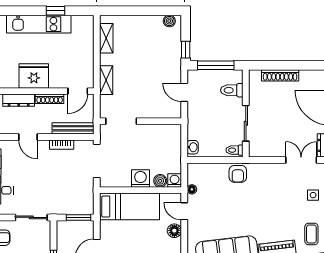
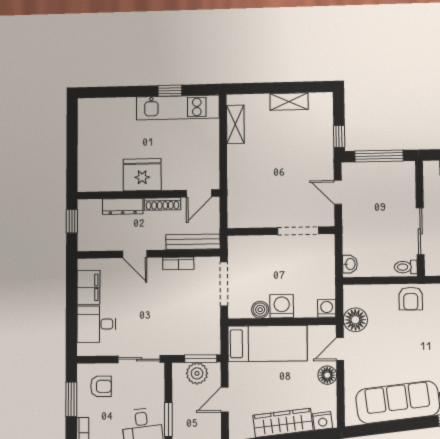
boiler: (169, 21) -> (317, 100), removed
kitchen unit: (39, 24) -> (178, 107), moved
shelving: (106, 80) -> (289, 102), moved, turned 90
toilet: (232, 90) -> (401, 188), removed
doorway: (121, 121) -> (298, 231), moved
boiler: (160, 181) -> (260, 310), moved
floor lamp: (192, 189) -> (355, 320), width x1.89, depth x1.89
door: (184, 211) -> (340, 349), hinge flipped
plant: (76, 229) -> (197, 373), added

